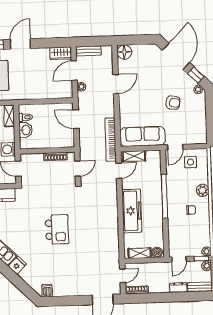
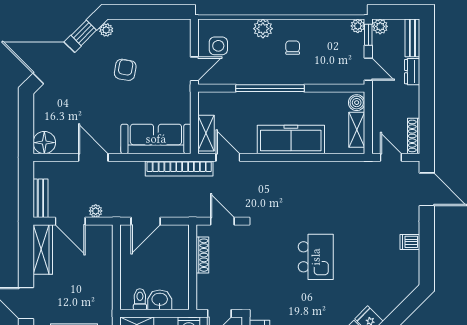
wardrobe: (61, 53) -> (43, 250), width x1.50
sofa: (143, 136) -> (156, 139), moved, turned 90
door: (175, 147) -> (194, 69), hinge flipped
kitchen island: (57, 229) -> (316, 257), turned 90
dishwasher: (47, 291) -> (410, 242), moved

